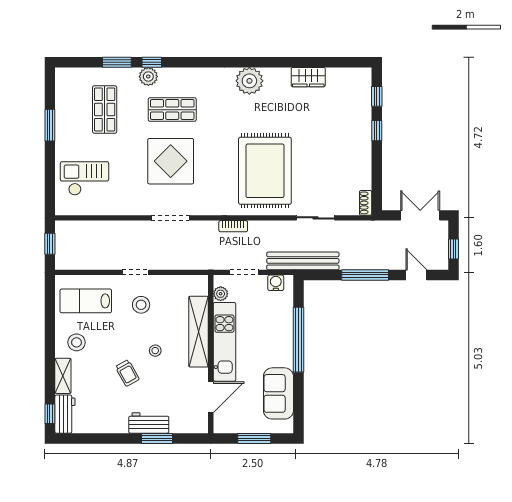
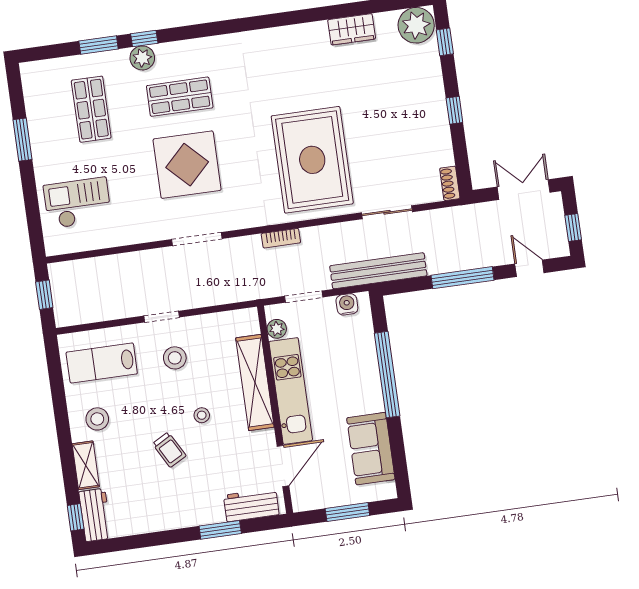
plant: (249, 81) -> (416, 25), moved
window: (377, 131) -> (454, 110), moved
workbench: (149, 423) -> (251, 505), moved

